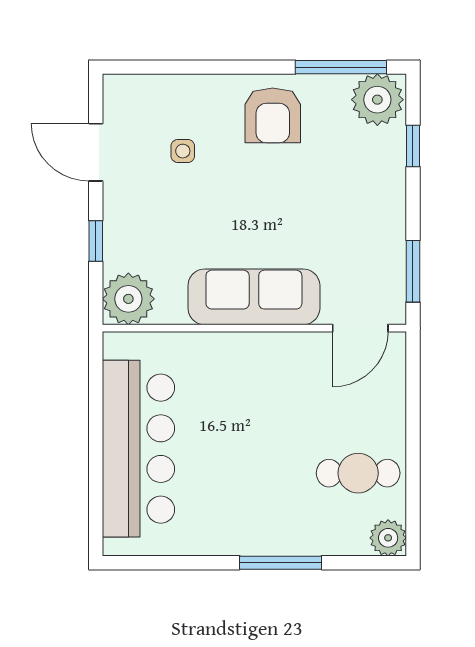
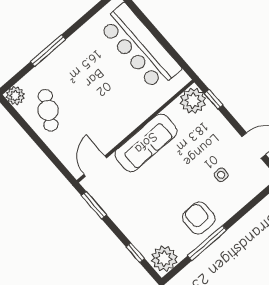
window: (341, 67) -> (207, 243), moved
window: (96, 241) -> (214, 99), moved
cafe table: (358, 473) -> (48, 110), turned -60

